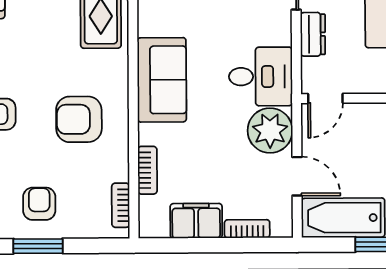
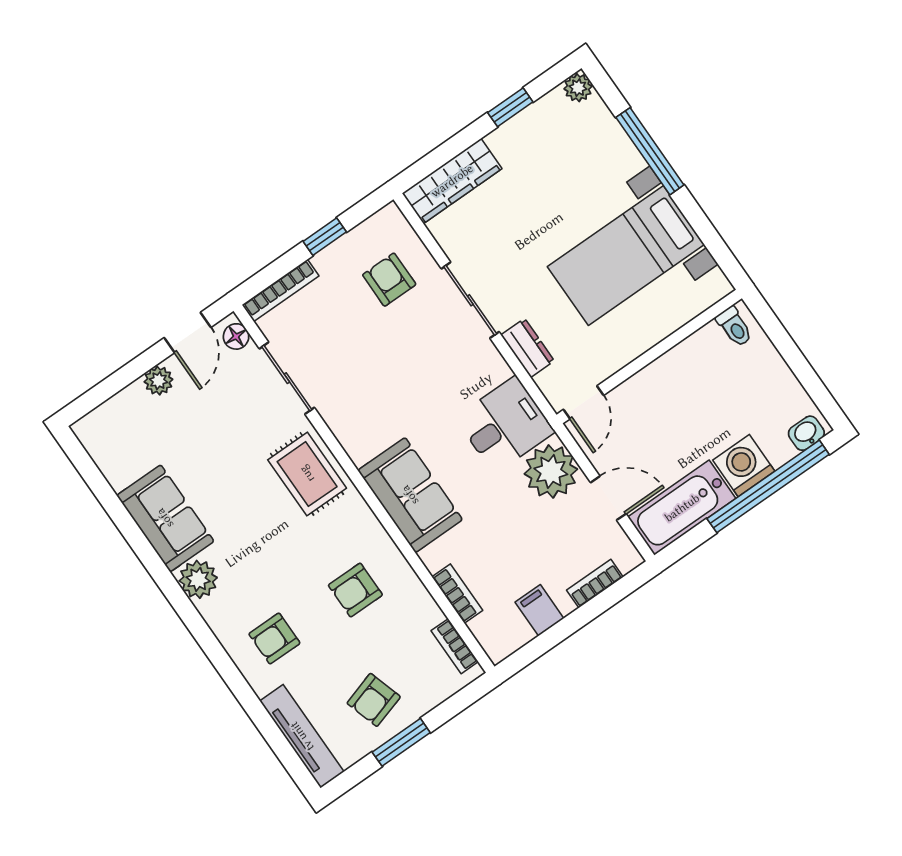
armchair: (79, 119) -> (355, 590), width x0.72, depth x0.72
armchair: (39, 204) -> (374, 700), turned -107
filing cabinet: (196, 221) -> (539, 610), width x0.50

